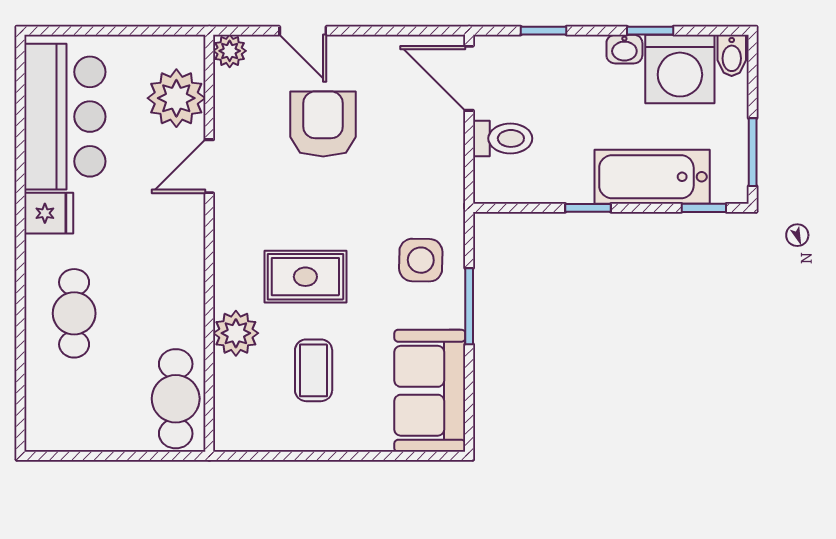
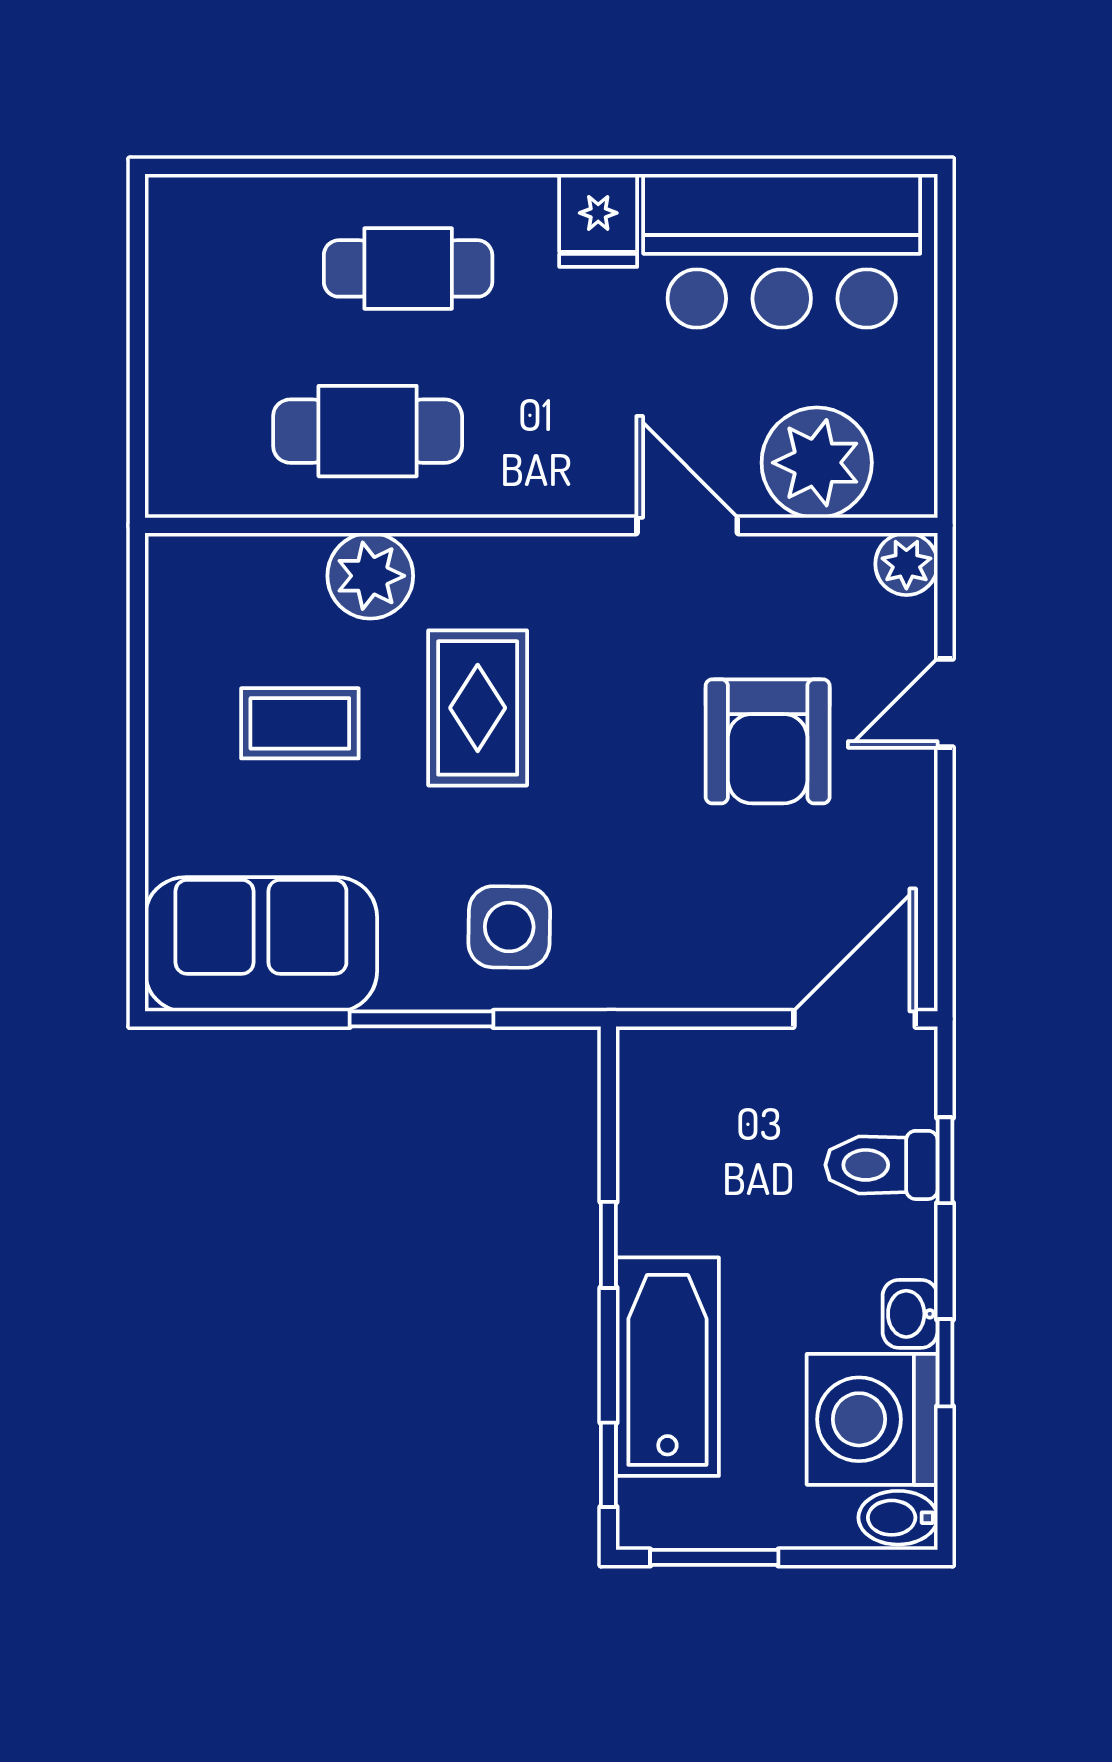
armchair: (323, 124) -> (768, 741), turned 90
toilet: (503, 138) -> (881, 1165), moved, turned 90
cafe table: (176, 399) -> (368, 431), moved

